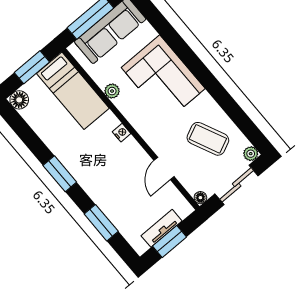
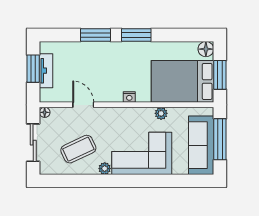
bed: (73, 91) -> (183, 81), width x1.50
plant: (251, 154) -> (105, 169), moved
window: (101, 223) -> (95, 35), moved

